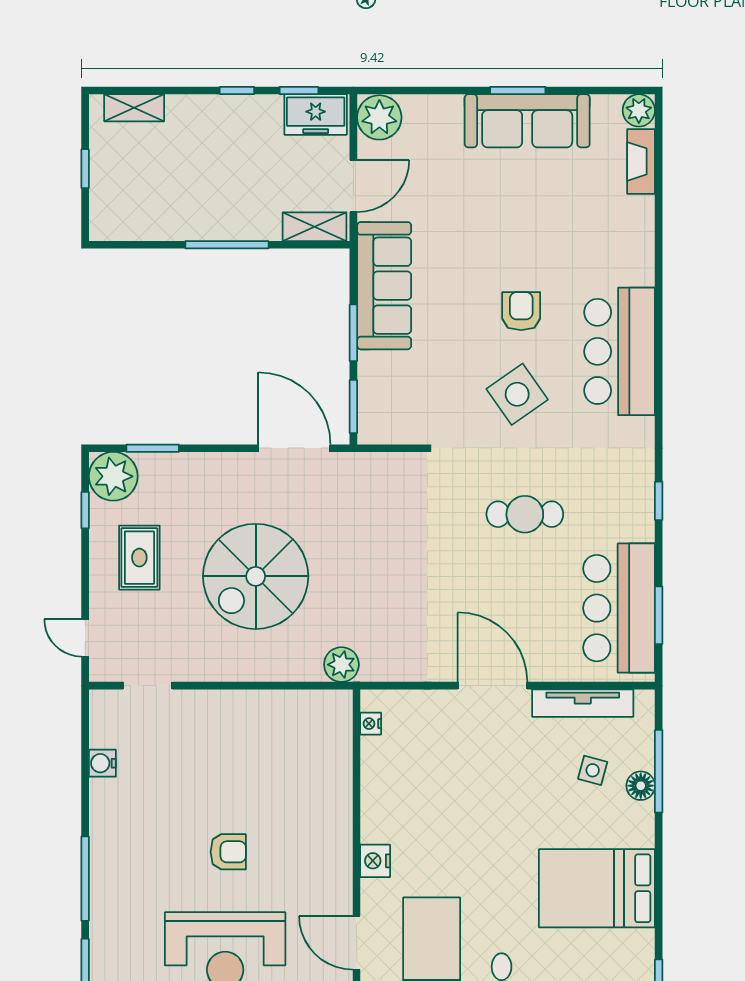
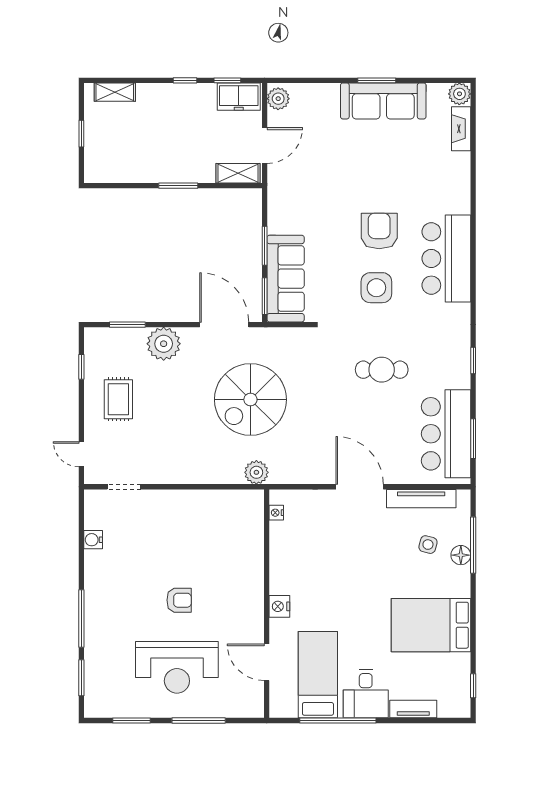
plant: (379, 117) -> (278, 99), width x0.73, depth x0.73
window: (227, 245) -> (178, 186), width x0.69
sofa: (384, 286) -> (286, 279), moved
armchair: (521, 311) -> (379, 231), width x1.38, depth x1.38
side table: (517, 394) -> (376, 288), turned 35
plant: (113, 476) -> (164, 344), moved
spiral stairs: (256, 576) -> (250, 400), moved

